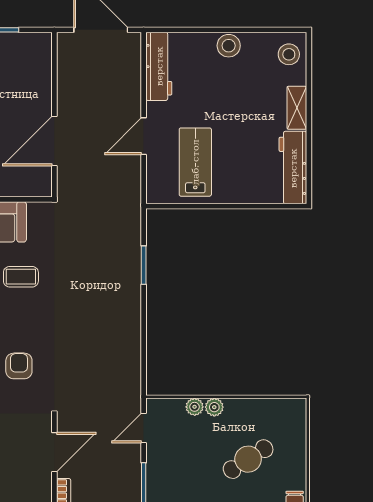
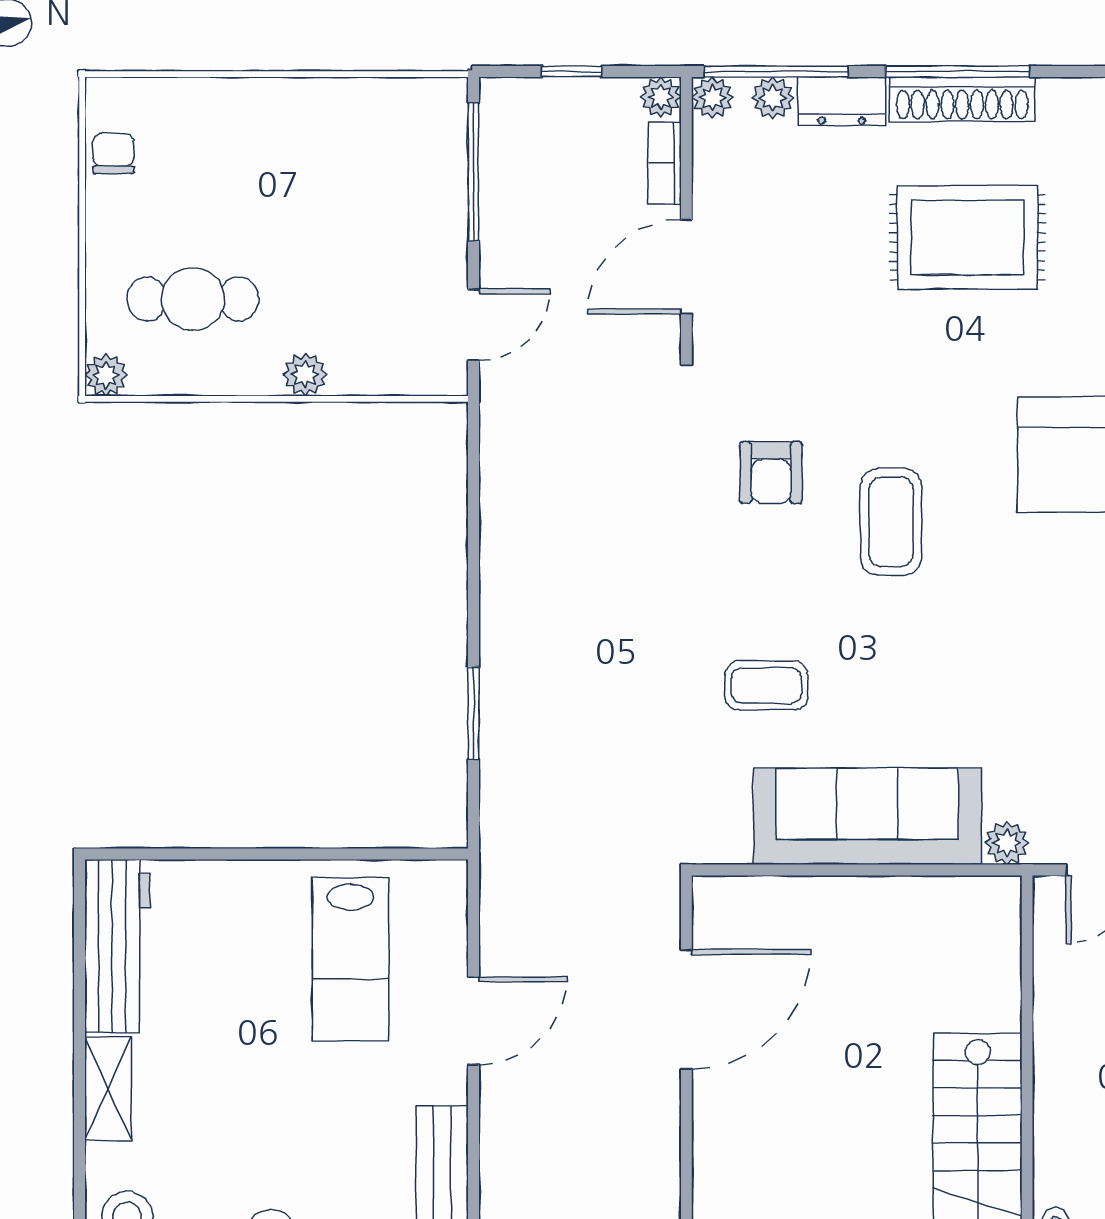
plant: (195, 407) -> (106, 375), moved
cafe table: (248, 459) -> (193, 299), moved, turned 33

